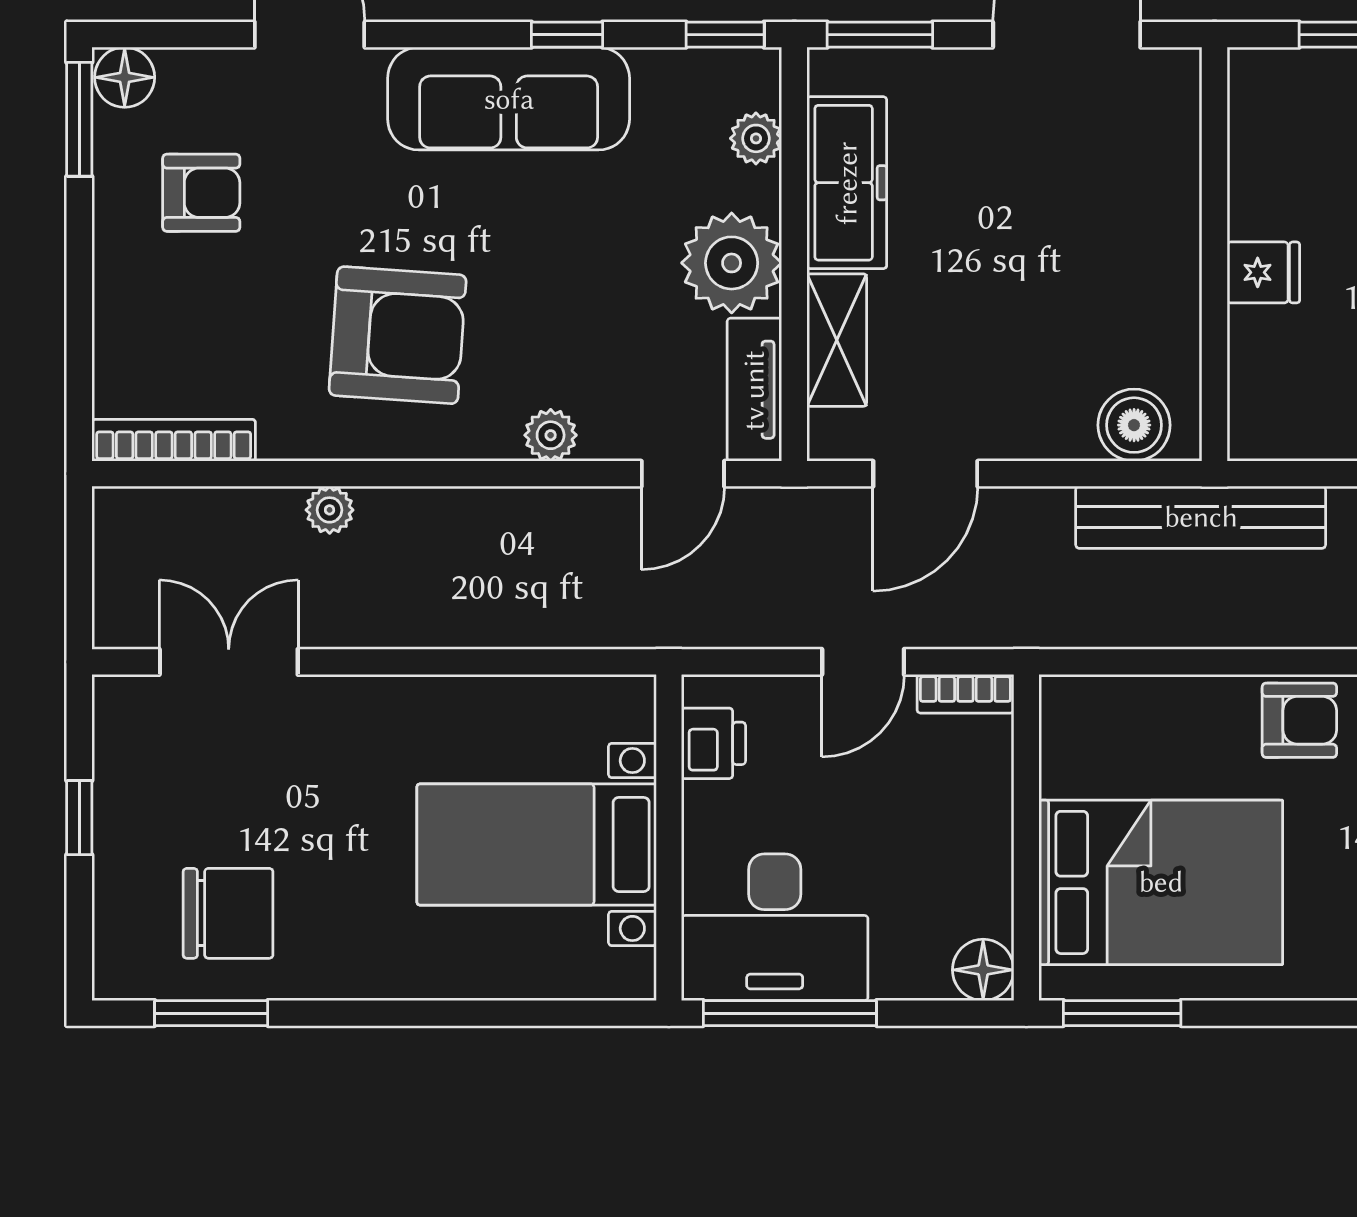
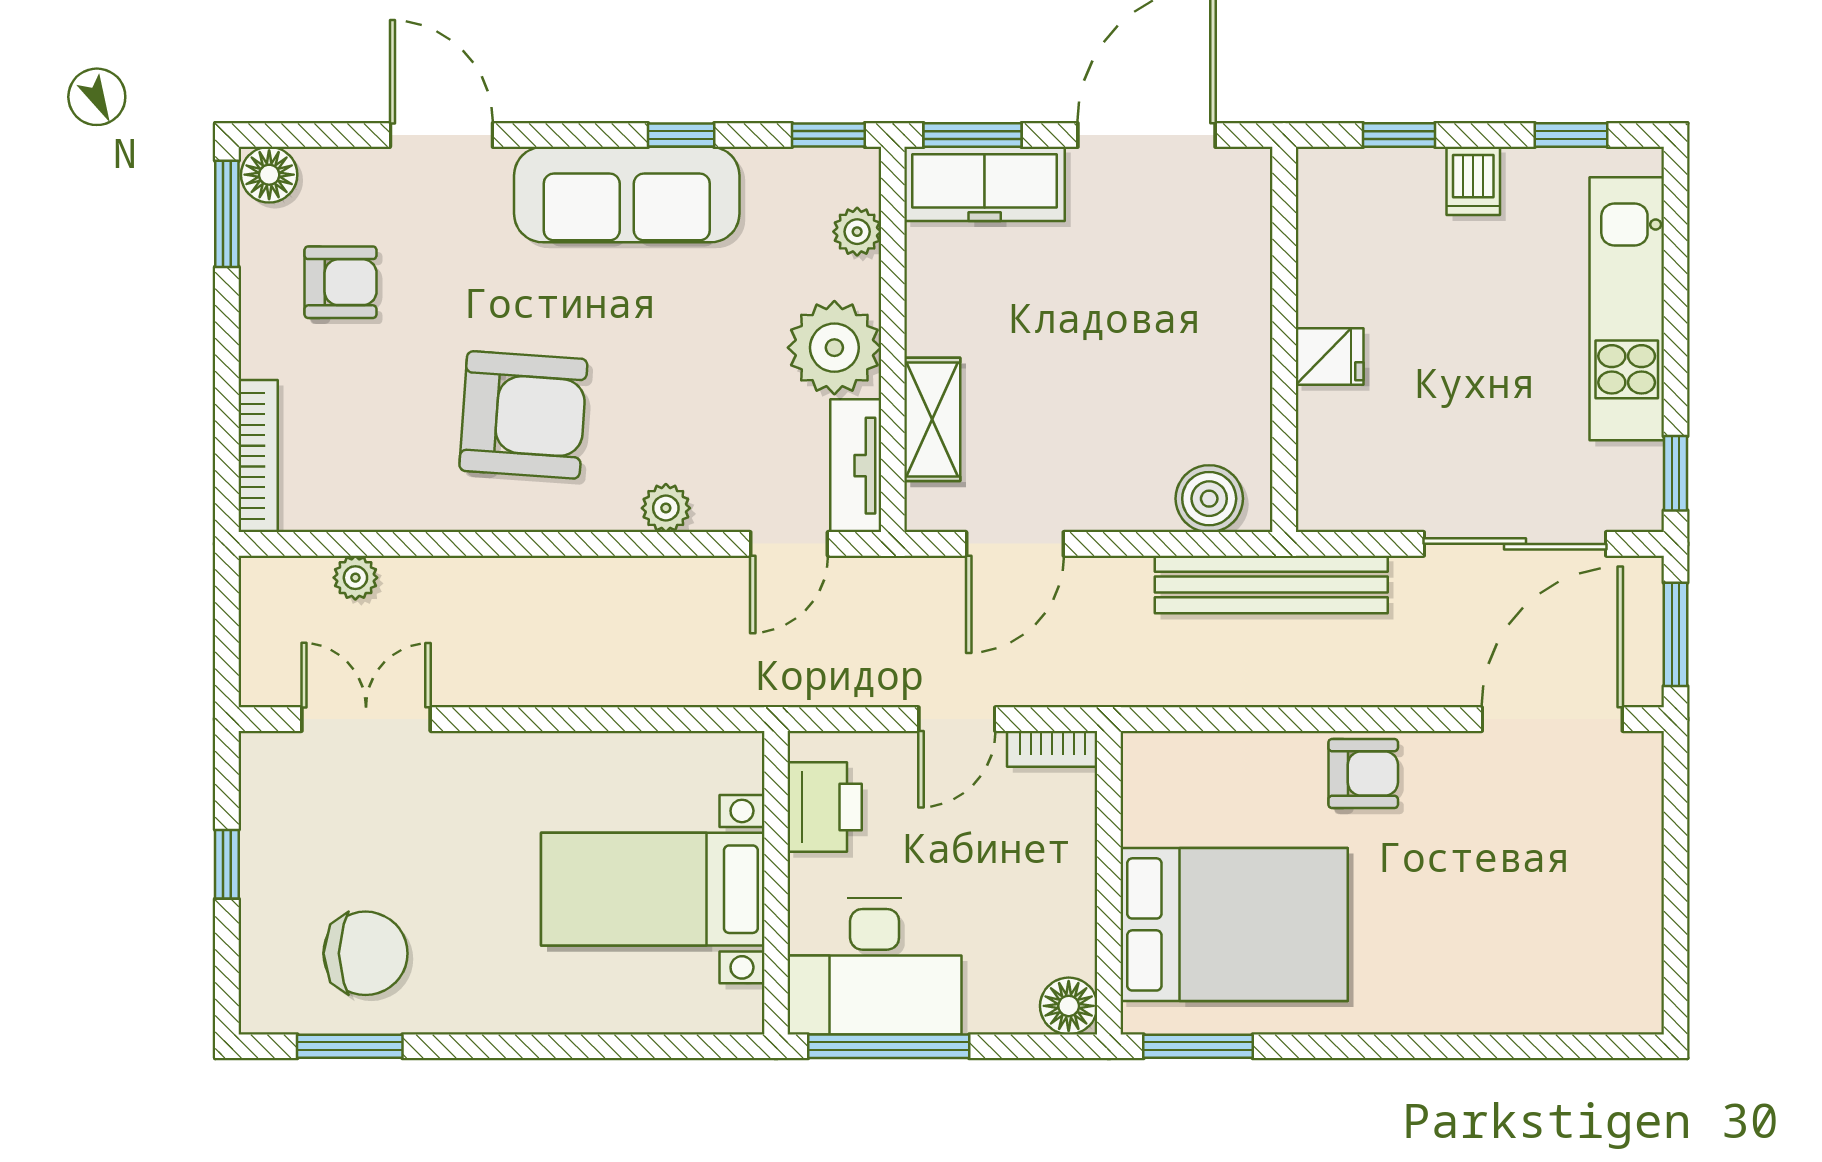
freezer: (847, 183) -> (985, 184), moved, turned 90
bookcase: (174, 440) -> (258, 456), moved, turned 90
plant: (330, 510) -> (355, 578), moved
printer: (713, 743) -> (825, 807), width x1.36, depth x1.24

